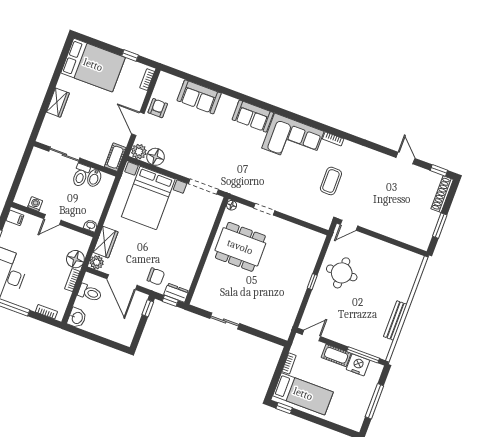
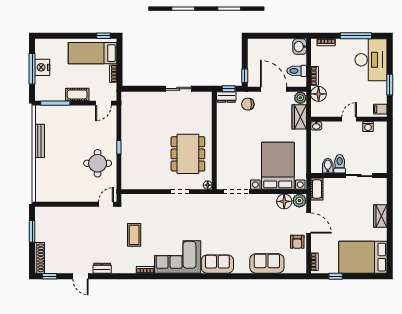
dresser: (379, 158) -> (102, 268), added
dining table: (240, 247) -> (188, 154), turned 90
nightstand: (358, 365) -> (42, 67), moved, turned 90

